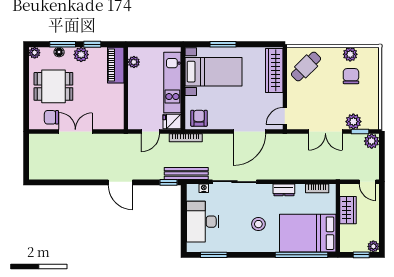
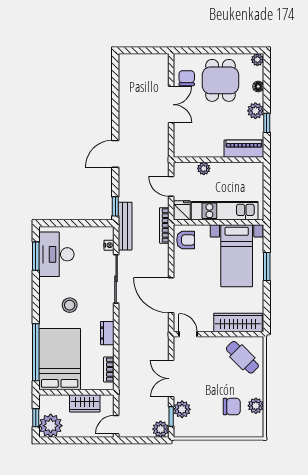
window: (63, 44) -> (267, 90), removed
plant: (134, 62) -> (204, 168), moved
desk: (203, 222) -> (56, 254), moved, turned -90
plant: (373, 246) -> (51, 426), width x1.87, depth x1.87

